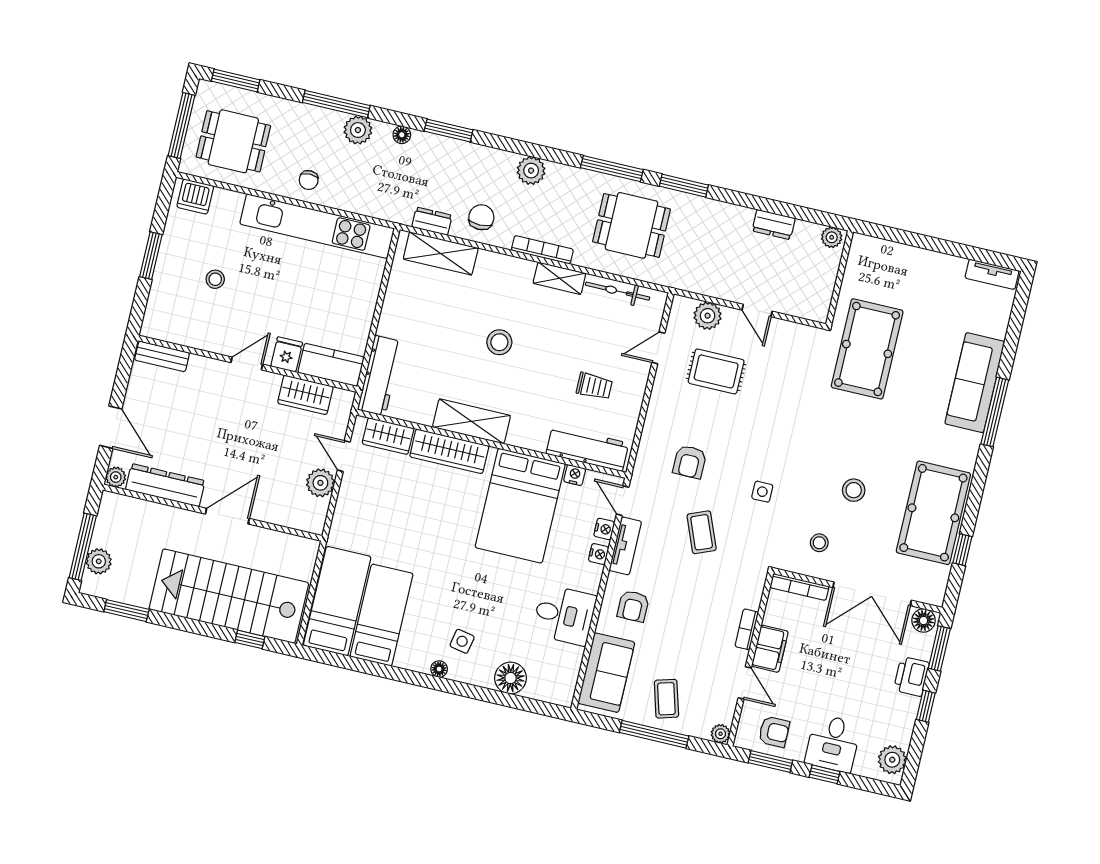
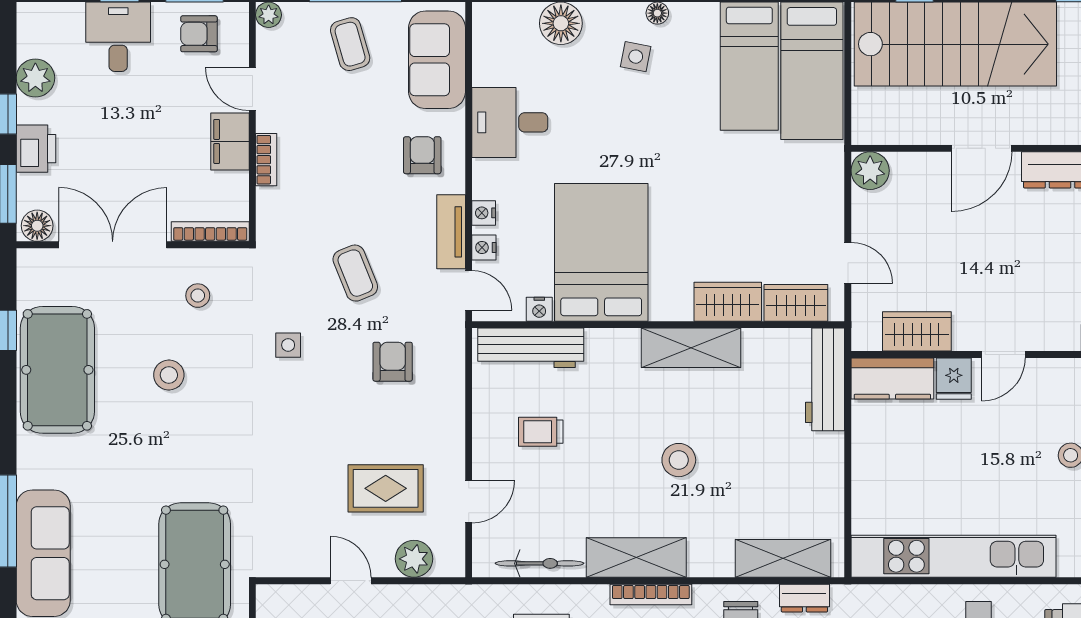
shelving: (559, 278) -> (636, 557), width x1.50, depth x1.33
wardrobe: (449, 451) -> (728, 302), width x0.67
plant: (320, 483) -> (870, 171), moved
plant: (892, 760) -> (35, 78), moved

